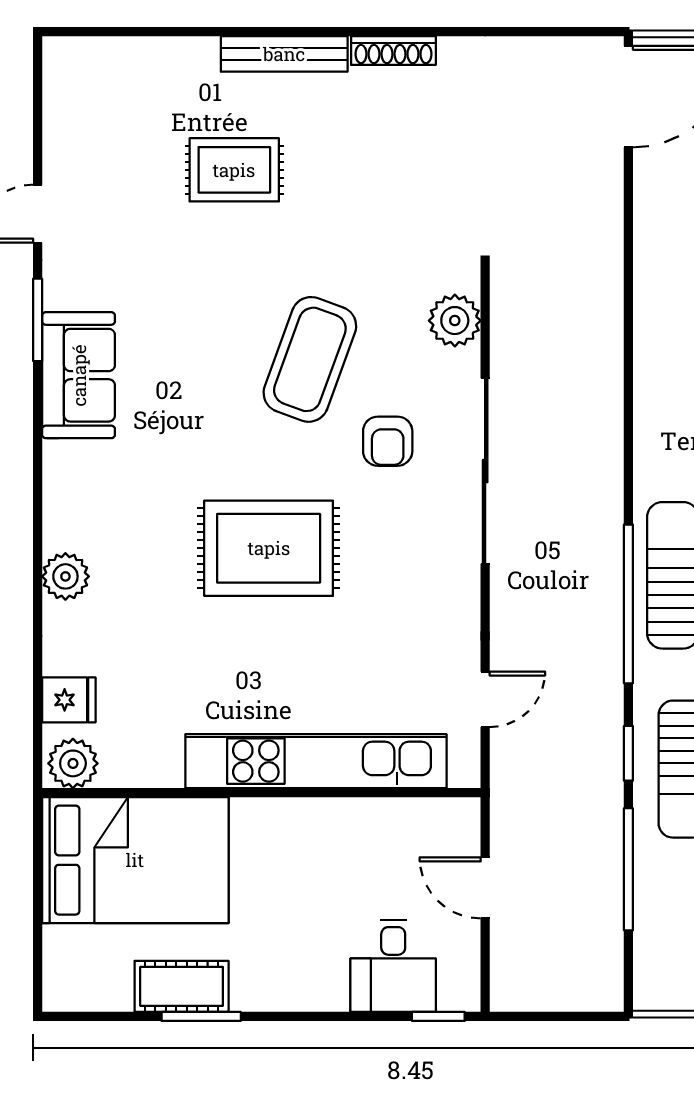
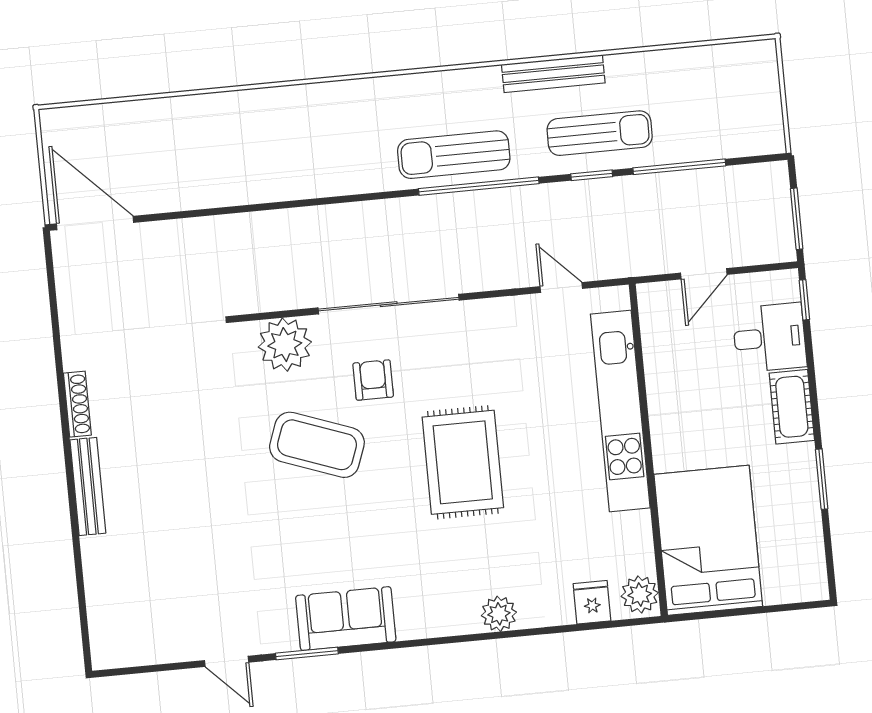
rug: (234, 170) -> (179, 516), removed
plant: (455, 321) -> (285, 345), width x1.36, depth x1.36
armchair: (388, 441) -> (373, 380), turned -90
cot: (182, 986) -> (792, 407), moved
window: (545, 1016) -> (797, 219), added

